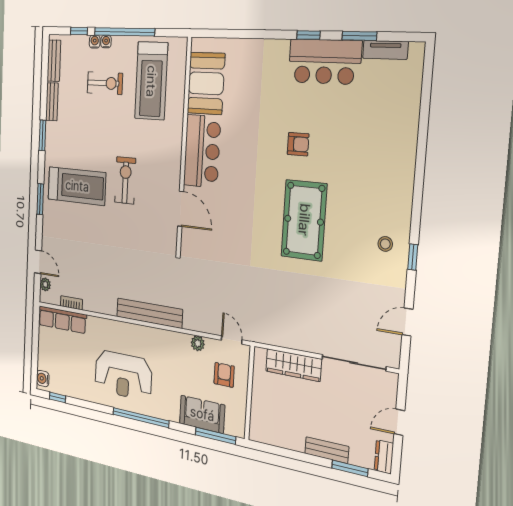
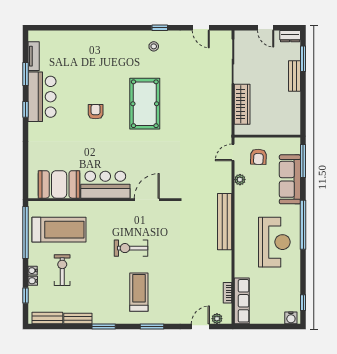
window: (124, 32) -> (25, 232), moved
treadmill: (77, 186) -> (139, 292), width x0.73, depth x0.73
pool table: (304, 220) -> (145, 104), turned 90
armchair: (224, 375) -> (258, 157), turned -88
sofa: (202, 414) -> (290, 179), width x1.36

